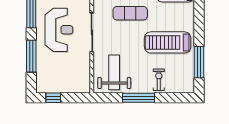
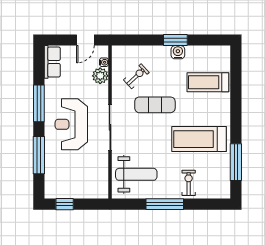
reception desk: (59, 30) -> (71, 124), turned 180
weight bench: (114, 72) -> (136, 174), turned 90

